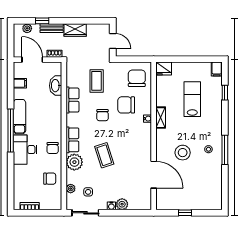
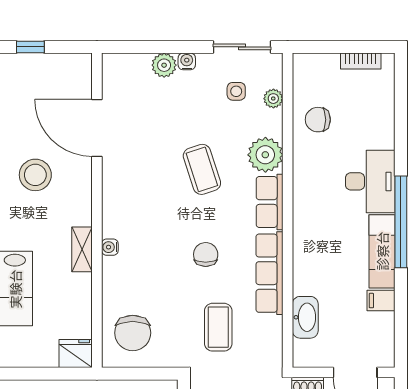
filing cabinet: (20, 83) -> (381, 301), moved
row of seats: (72, 100) -> (269, 273), width x1.48
chair: (126, 105) -> (155, 276), removed
chair: (53, 148) -> (312, 185), removed

